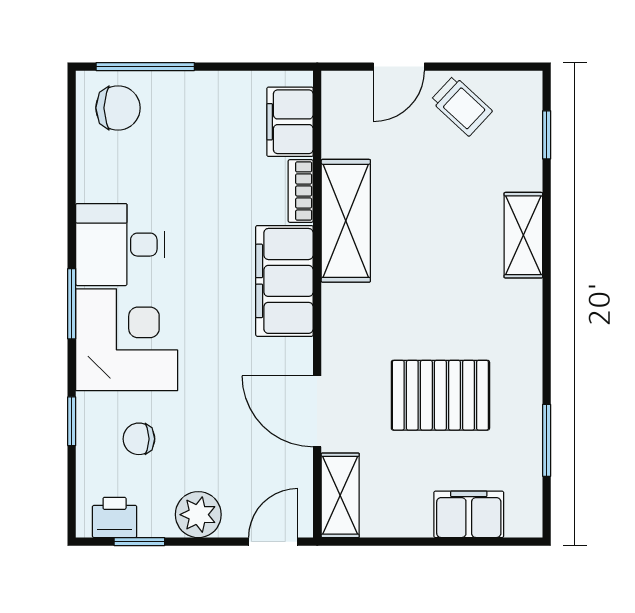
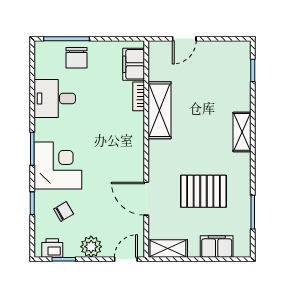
trolley: (461, 106) -> (213, 57), removed
chair: (118, 108) -> (76, 58), moved, turned 90
shelving: (523, 235) -> (242, 132), moved
desk: (120, 245) -> (55, 98), moved
filing cabinet: (284, 281) -> (131, 138), removed
chair: (139, 439) -> (64, 211), turned 150
shelving: (340, 495) -> (168, 248), moved, turned 90

